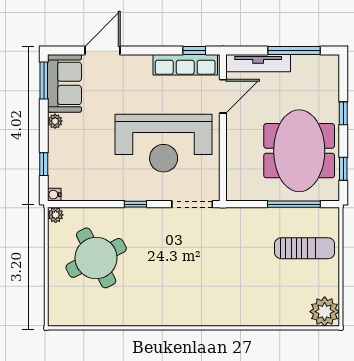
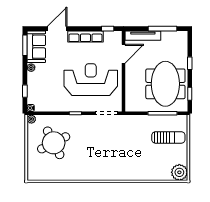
row of seats: (185, 65) -> (85, 36), moved
reception desk: (164, 143) -> (91, 80), turned 180

